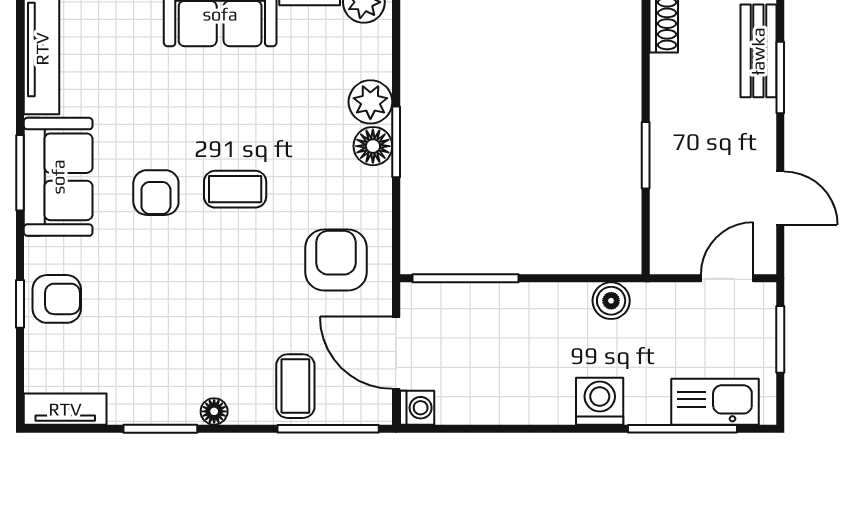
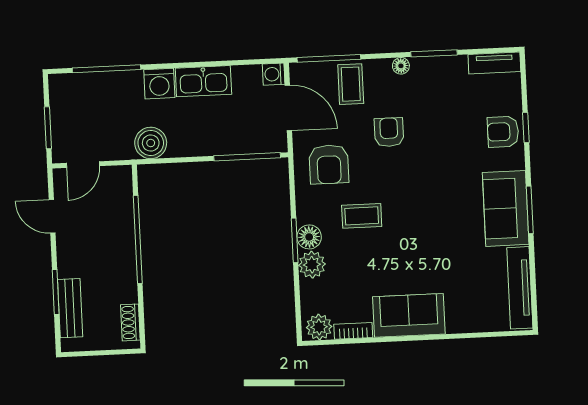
window: (646, 155) -> (138, 239), width x2.11
coffee table: (235, 189) -> (362, 216), moved
armchair: (156, 193) -> (389, 132), moved
boiler: (611, 301) -> (151, 143), width x1.36, depth x1.36
kitchen sink: (715, 402) -> (203, 81), moved

